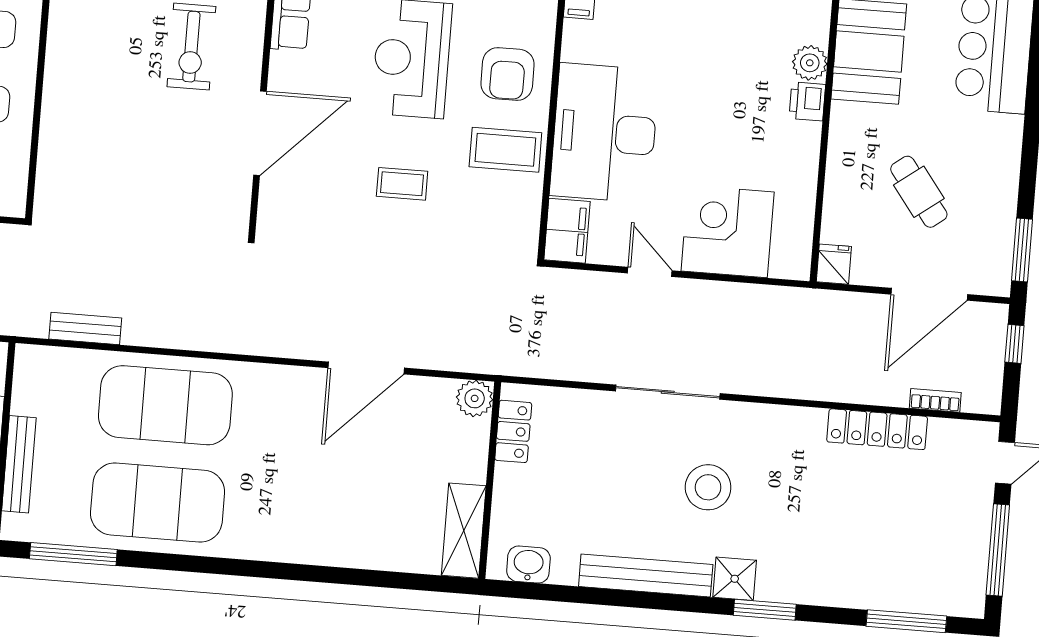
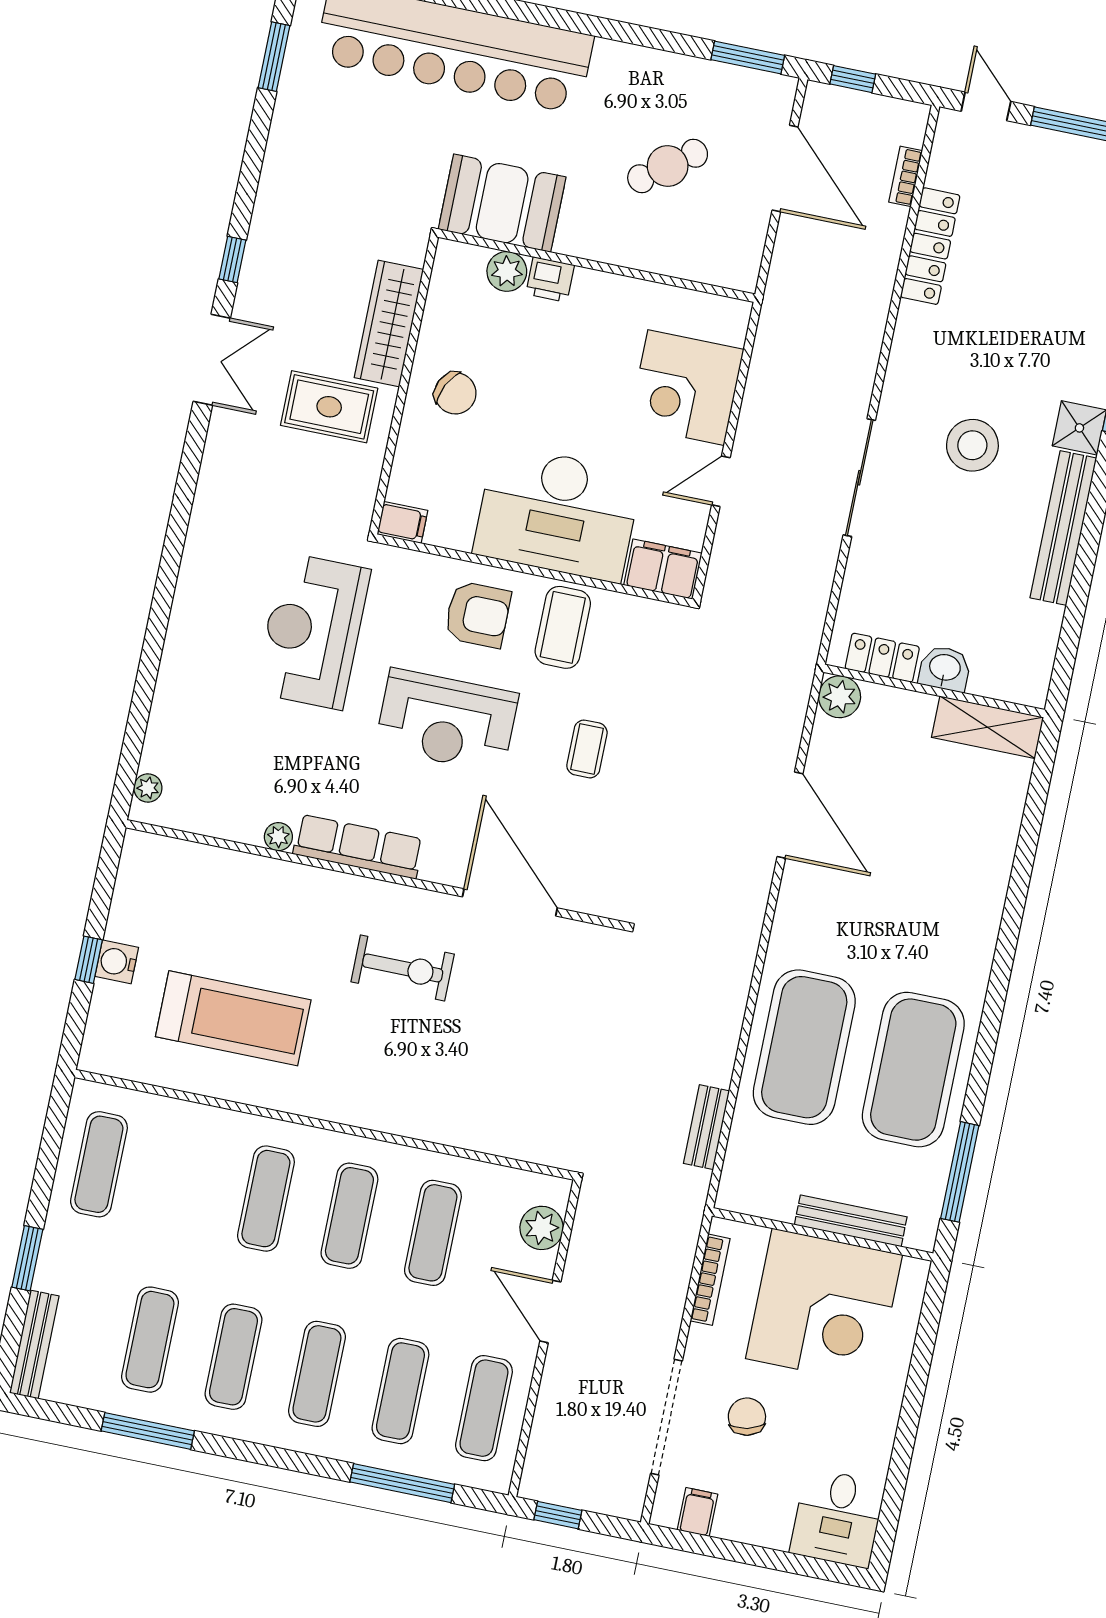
chair: (698, 31) -> (455, 393), added
fridge: (834, 264) -> (738, 272), removed
washbasin: (528, 565) -> (945, 669), moved, turned 90

